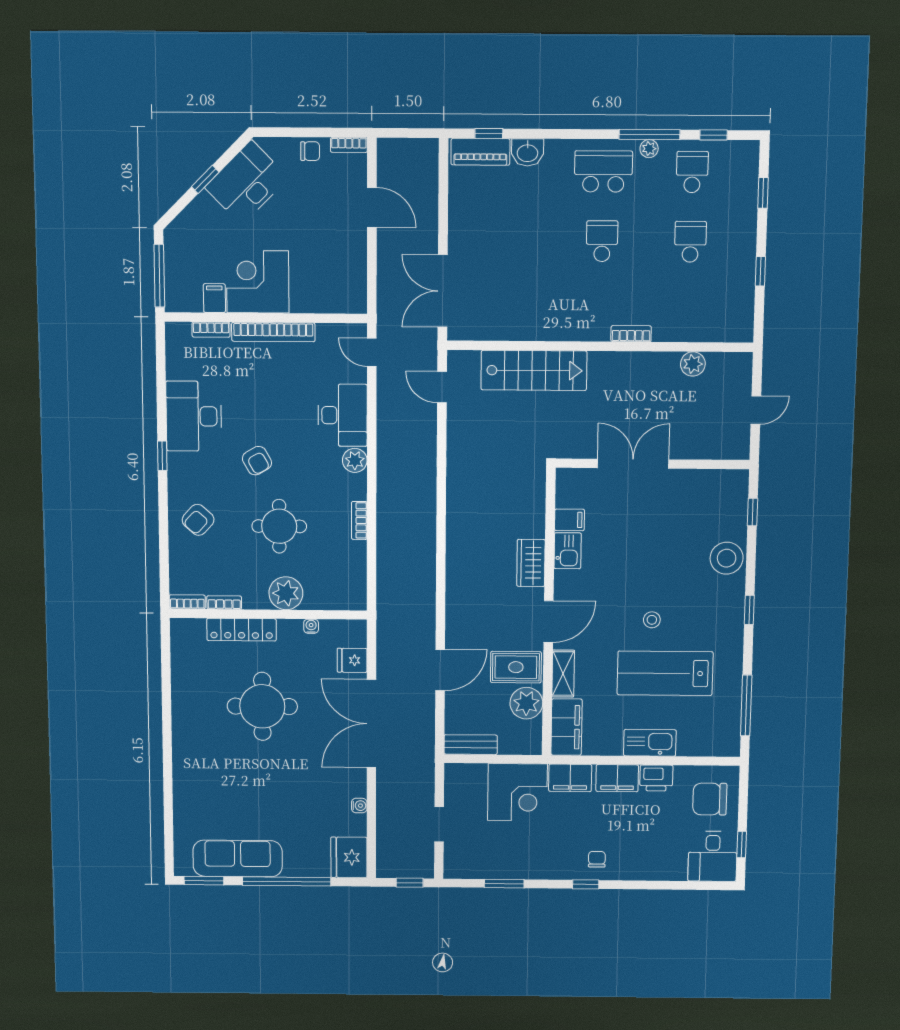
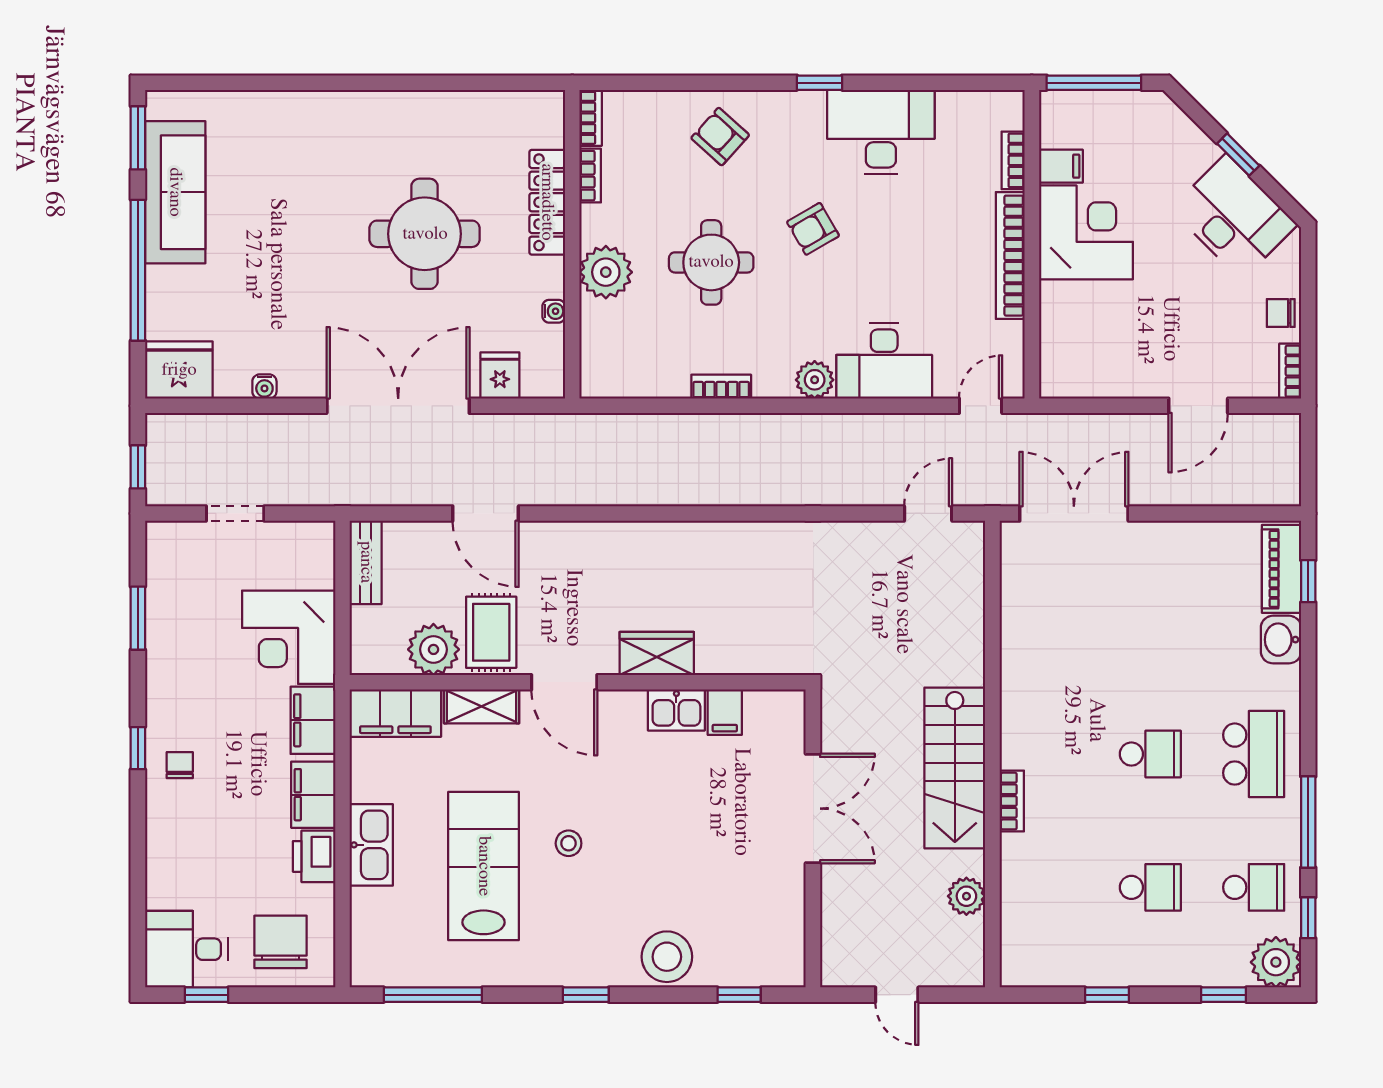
plant: (649, 149) -> (1276, 962), moved, width x1.87, depth x1.87
chair: (310, 151) -> (1281, 313), turned 90
stairs: (534, 370) -> (955, 768), moved
chair: (597, 859) -> (180, 765), turned -90

